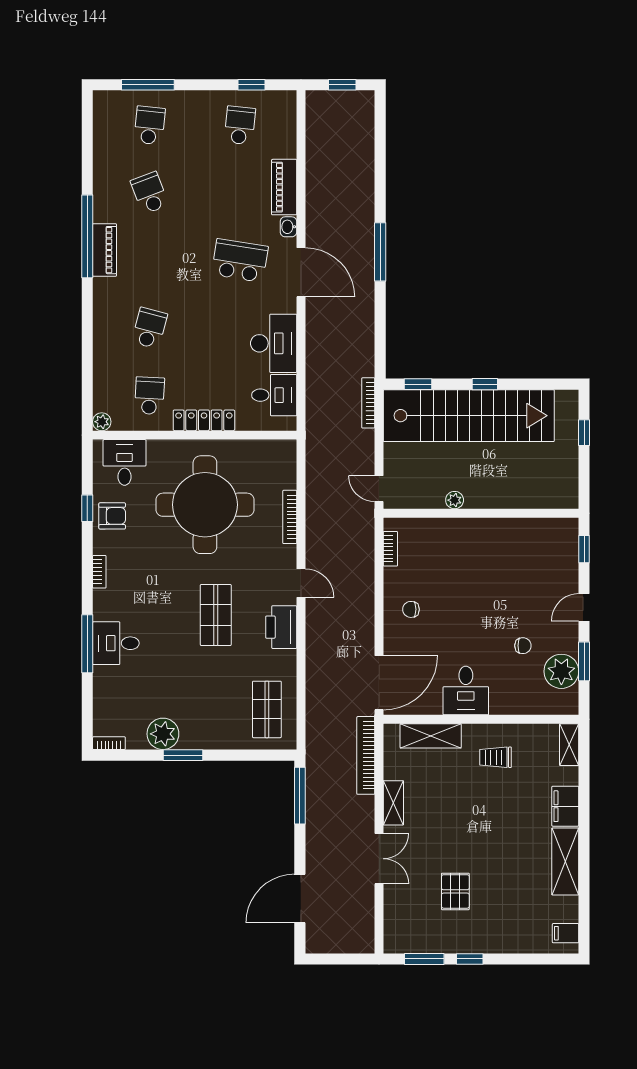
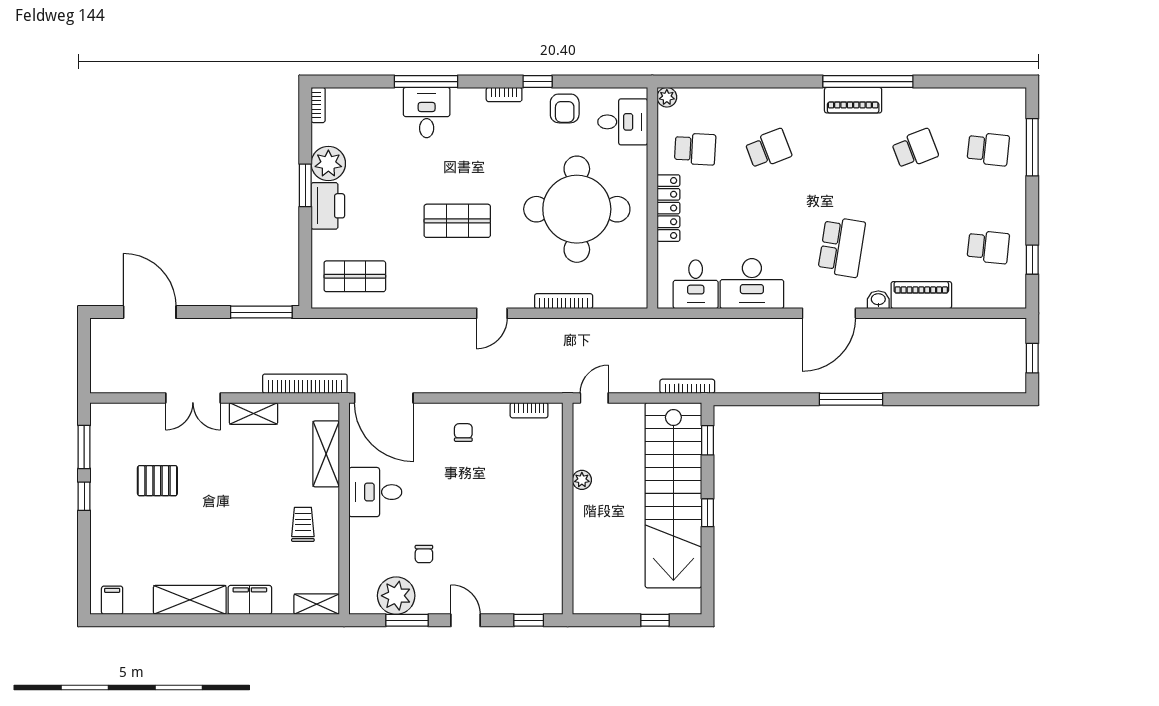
school desk: (150, 328) -> (768, 149), turned -36
window: (87, 508) -> (538, 82), moved
printer: (281, 627) -> (328, 206), moved, turned 90

